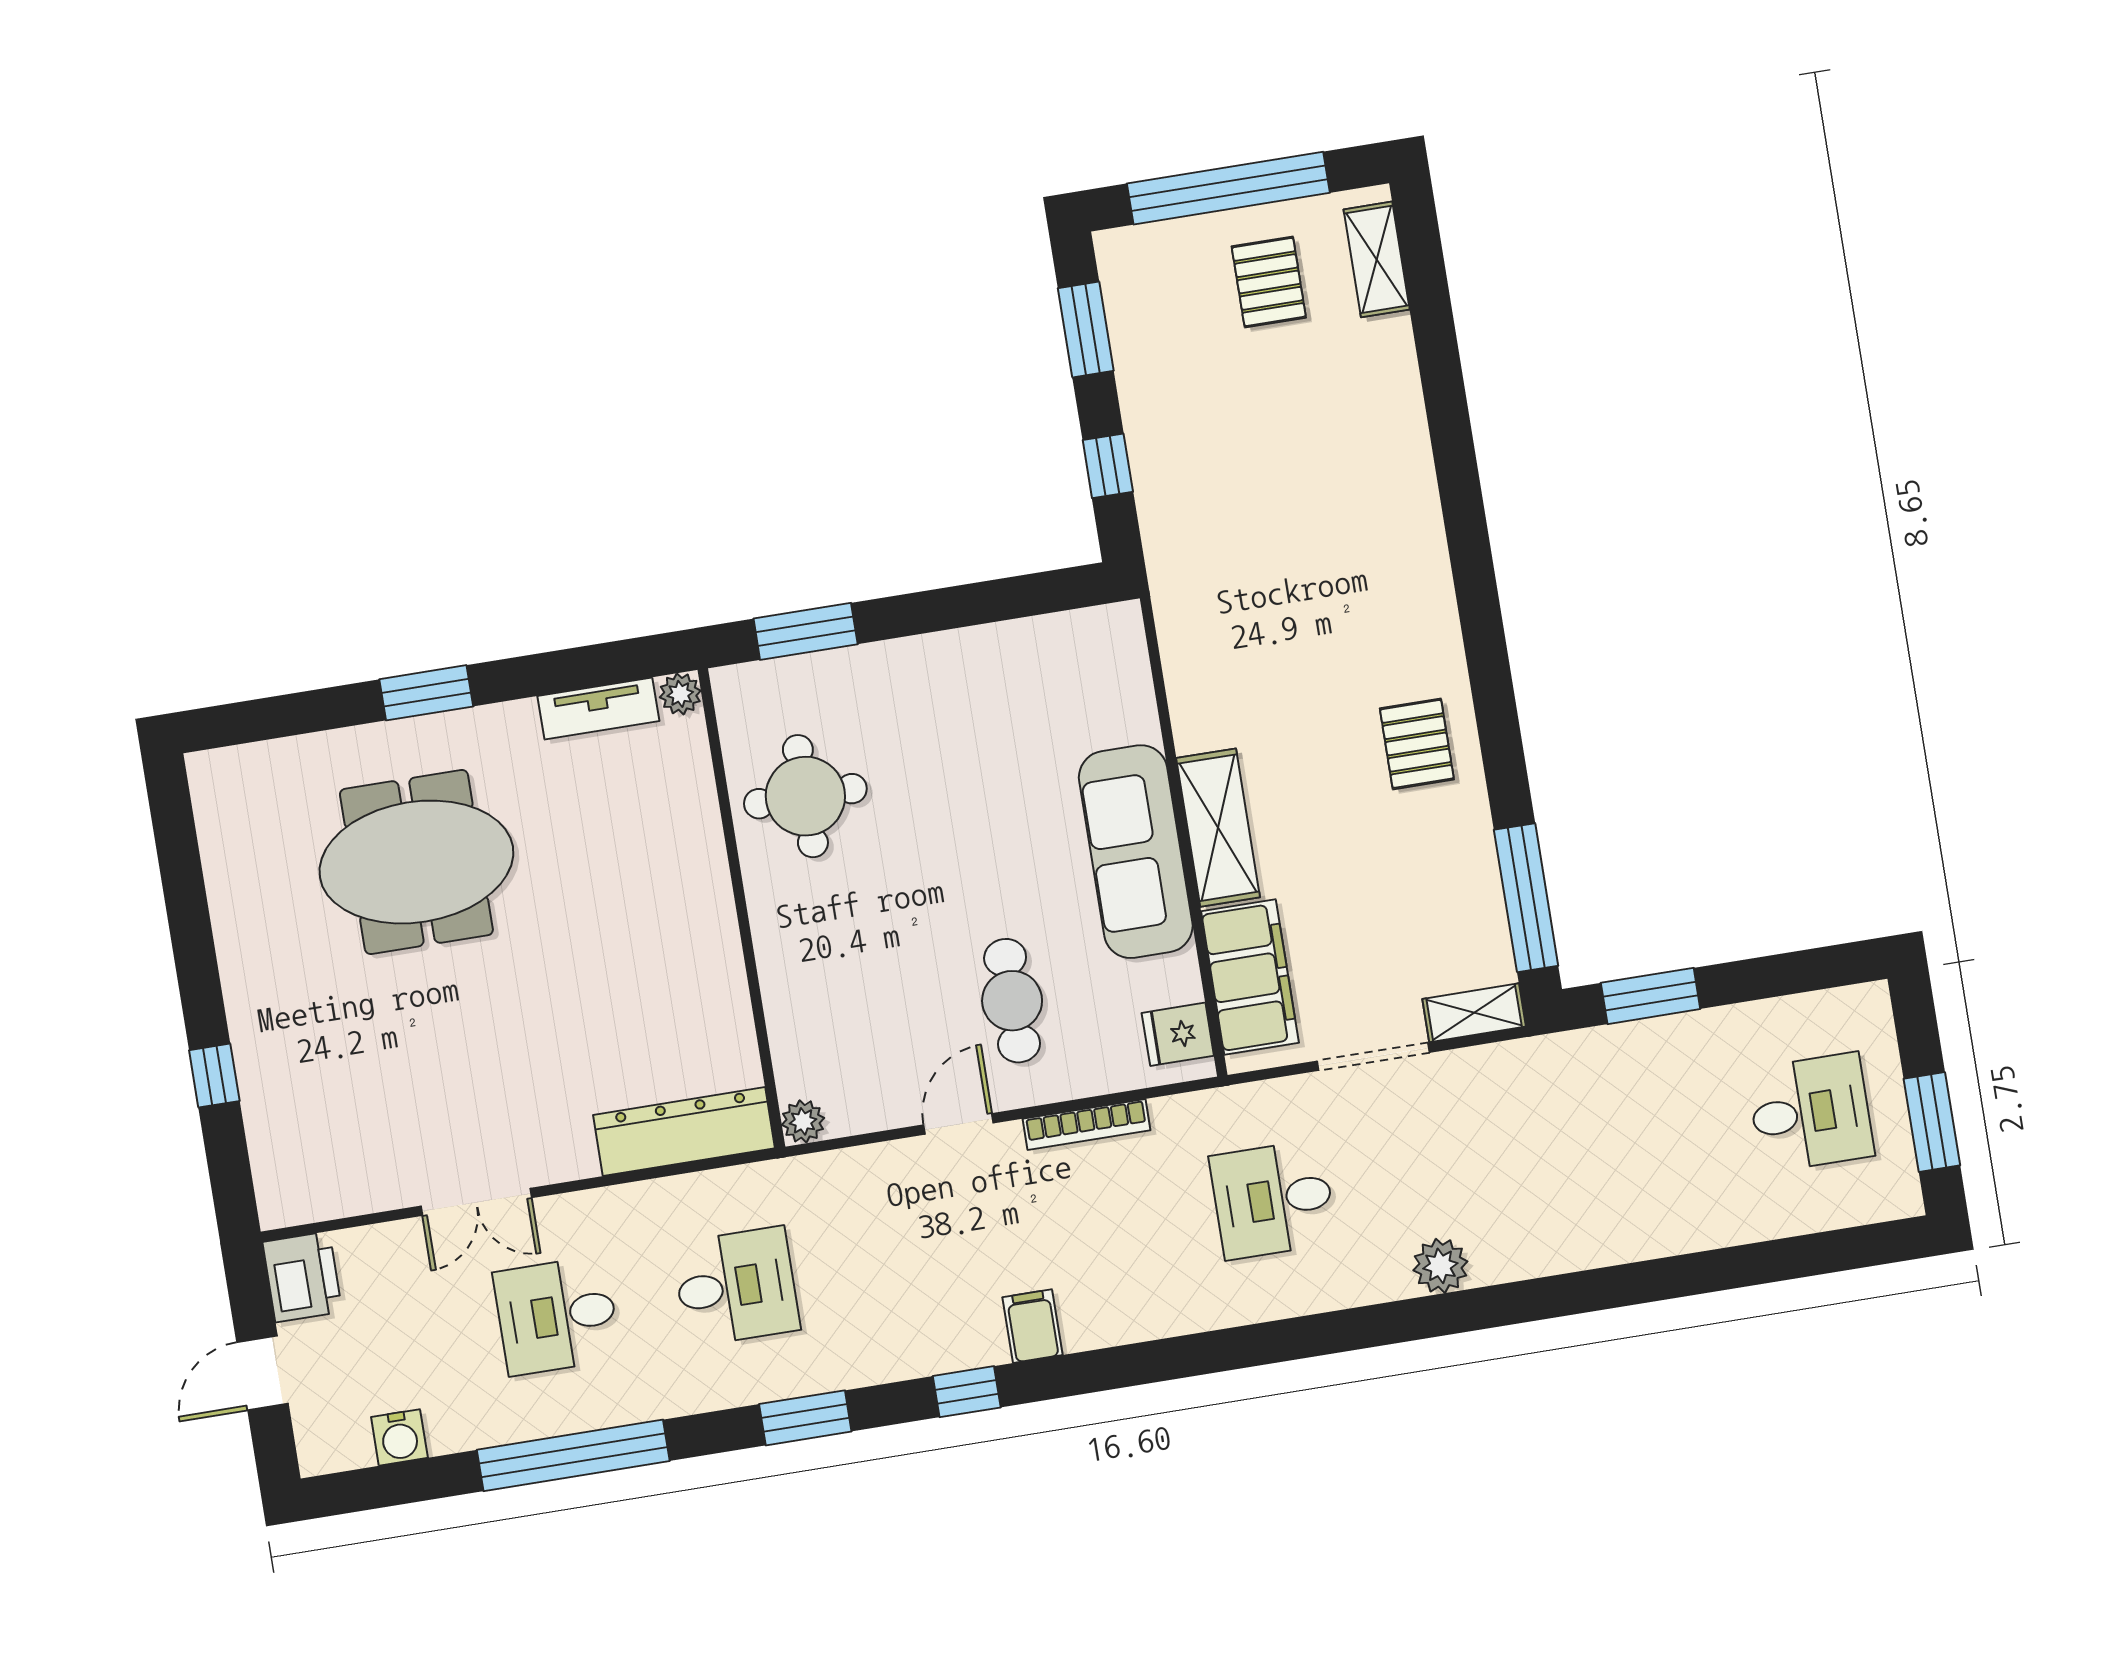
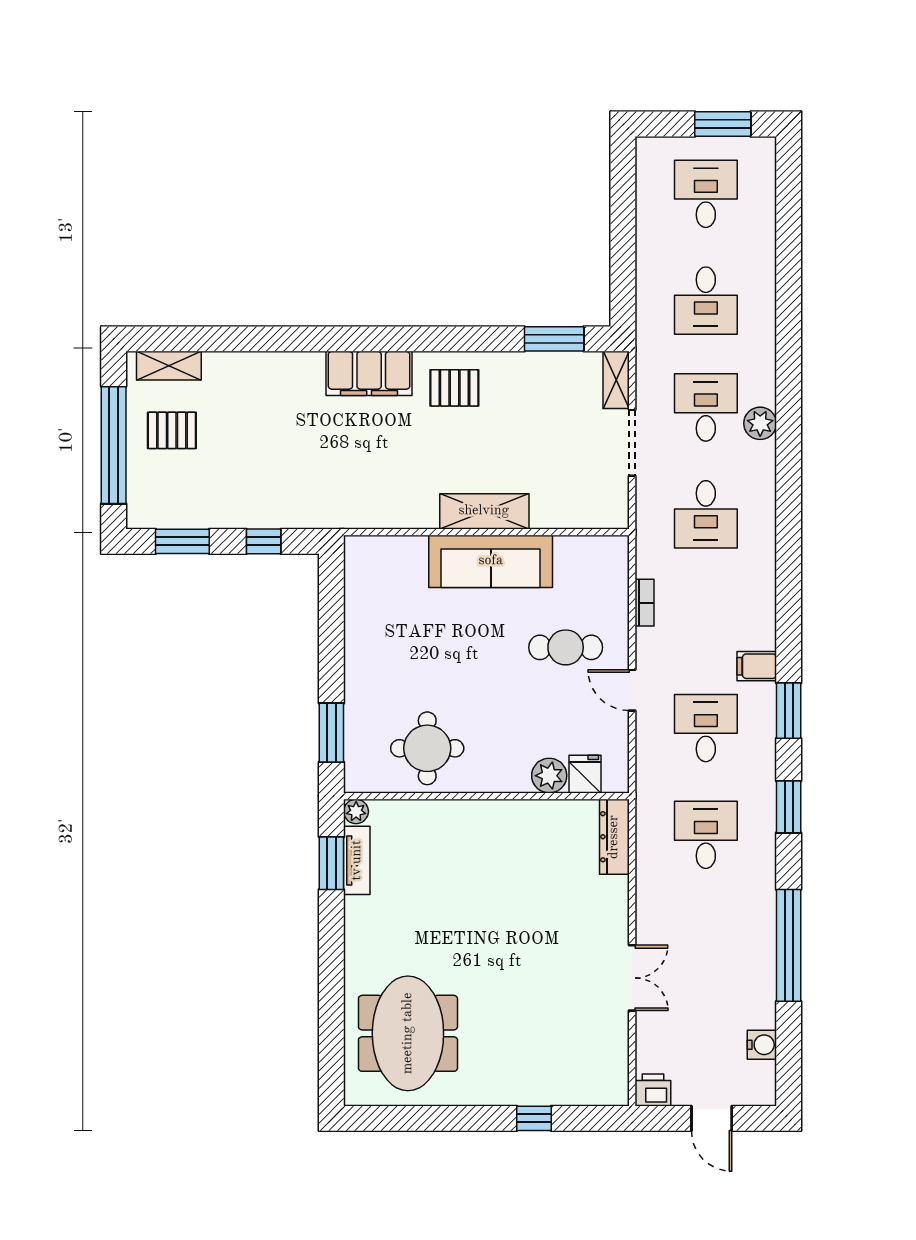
window: (426, 693) -> (331, 863), moved
meeting table: (416, 862) -> (408, 1033), moved
window: (1526, 898) -> (554, 339), width x0.69
filing cabinet: (1250, 977) -> (369, 373), moved, turned 180
window: (1651, 996) -> (623, 276), removed
fridge: (1178, 1034) -> (585, 774), moved, turned 180
plant: (803, 1121) -> (549, 776), moved, width x1.38, depth x1.38
bookcase: (1086, 1125) -> (645, 603), width x0.64
dresser: (684, 1132) -> (614, 837), width x0.73, depth x0.80
desk: (1631, 1142) -> (706, 301), added
desk: (1452, 1171) -> (706, 407), added
printer: (302, 1277) -> (653, 1090), width x0.73, depth x0.81
desk: (557, 1316) -> (706, 728), moved, turned 180
window: (967, 1392) -> (789, 711), width x1.50

